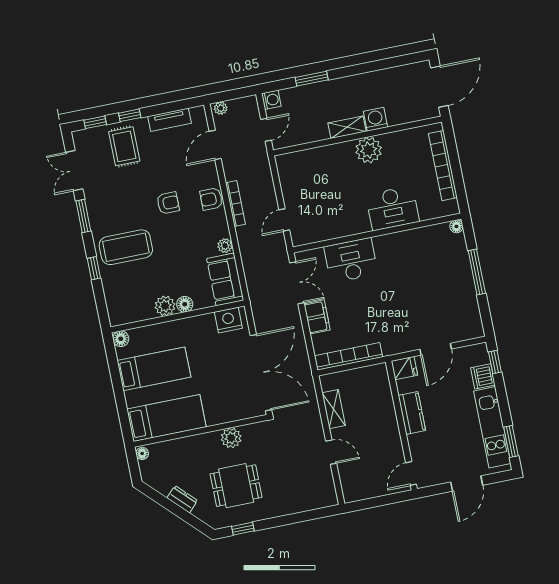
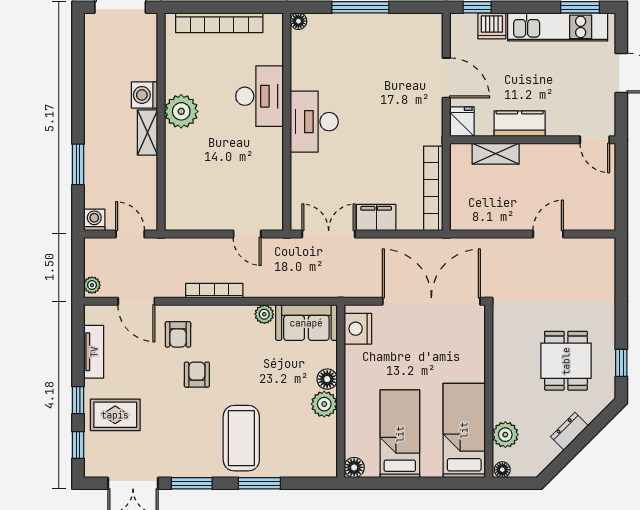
armchair: (211, 199) -> (178, 334), moved
desk: (351, 260) -> (314, 122), moved
window: (94, 268) -> (259, 483), width x1.50
shelving: (334, 409) -> (496, 154), moved
plant: (231, 438) -> (505, 435), moved

